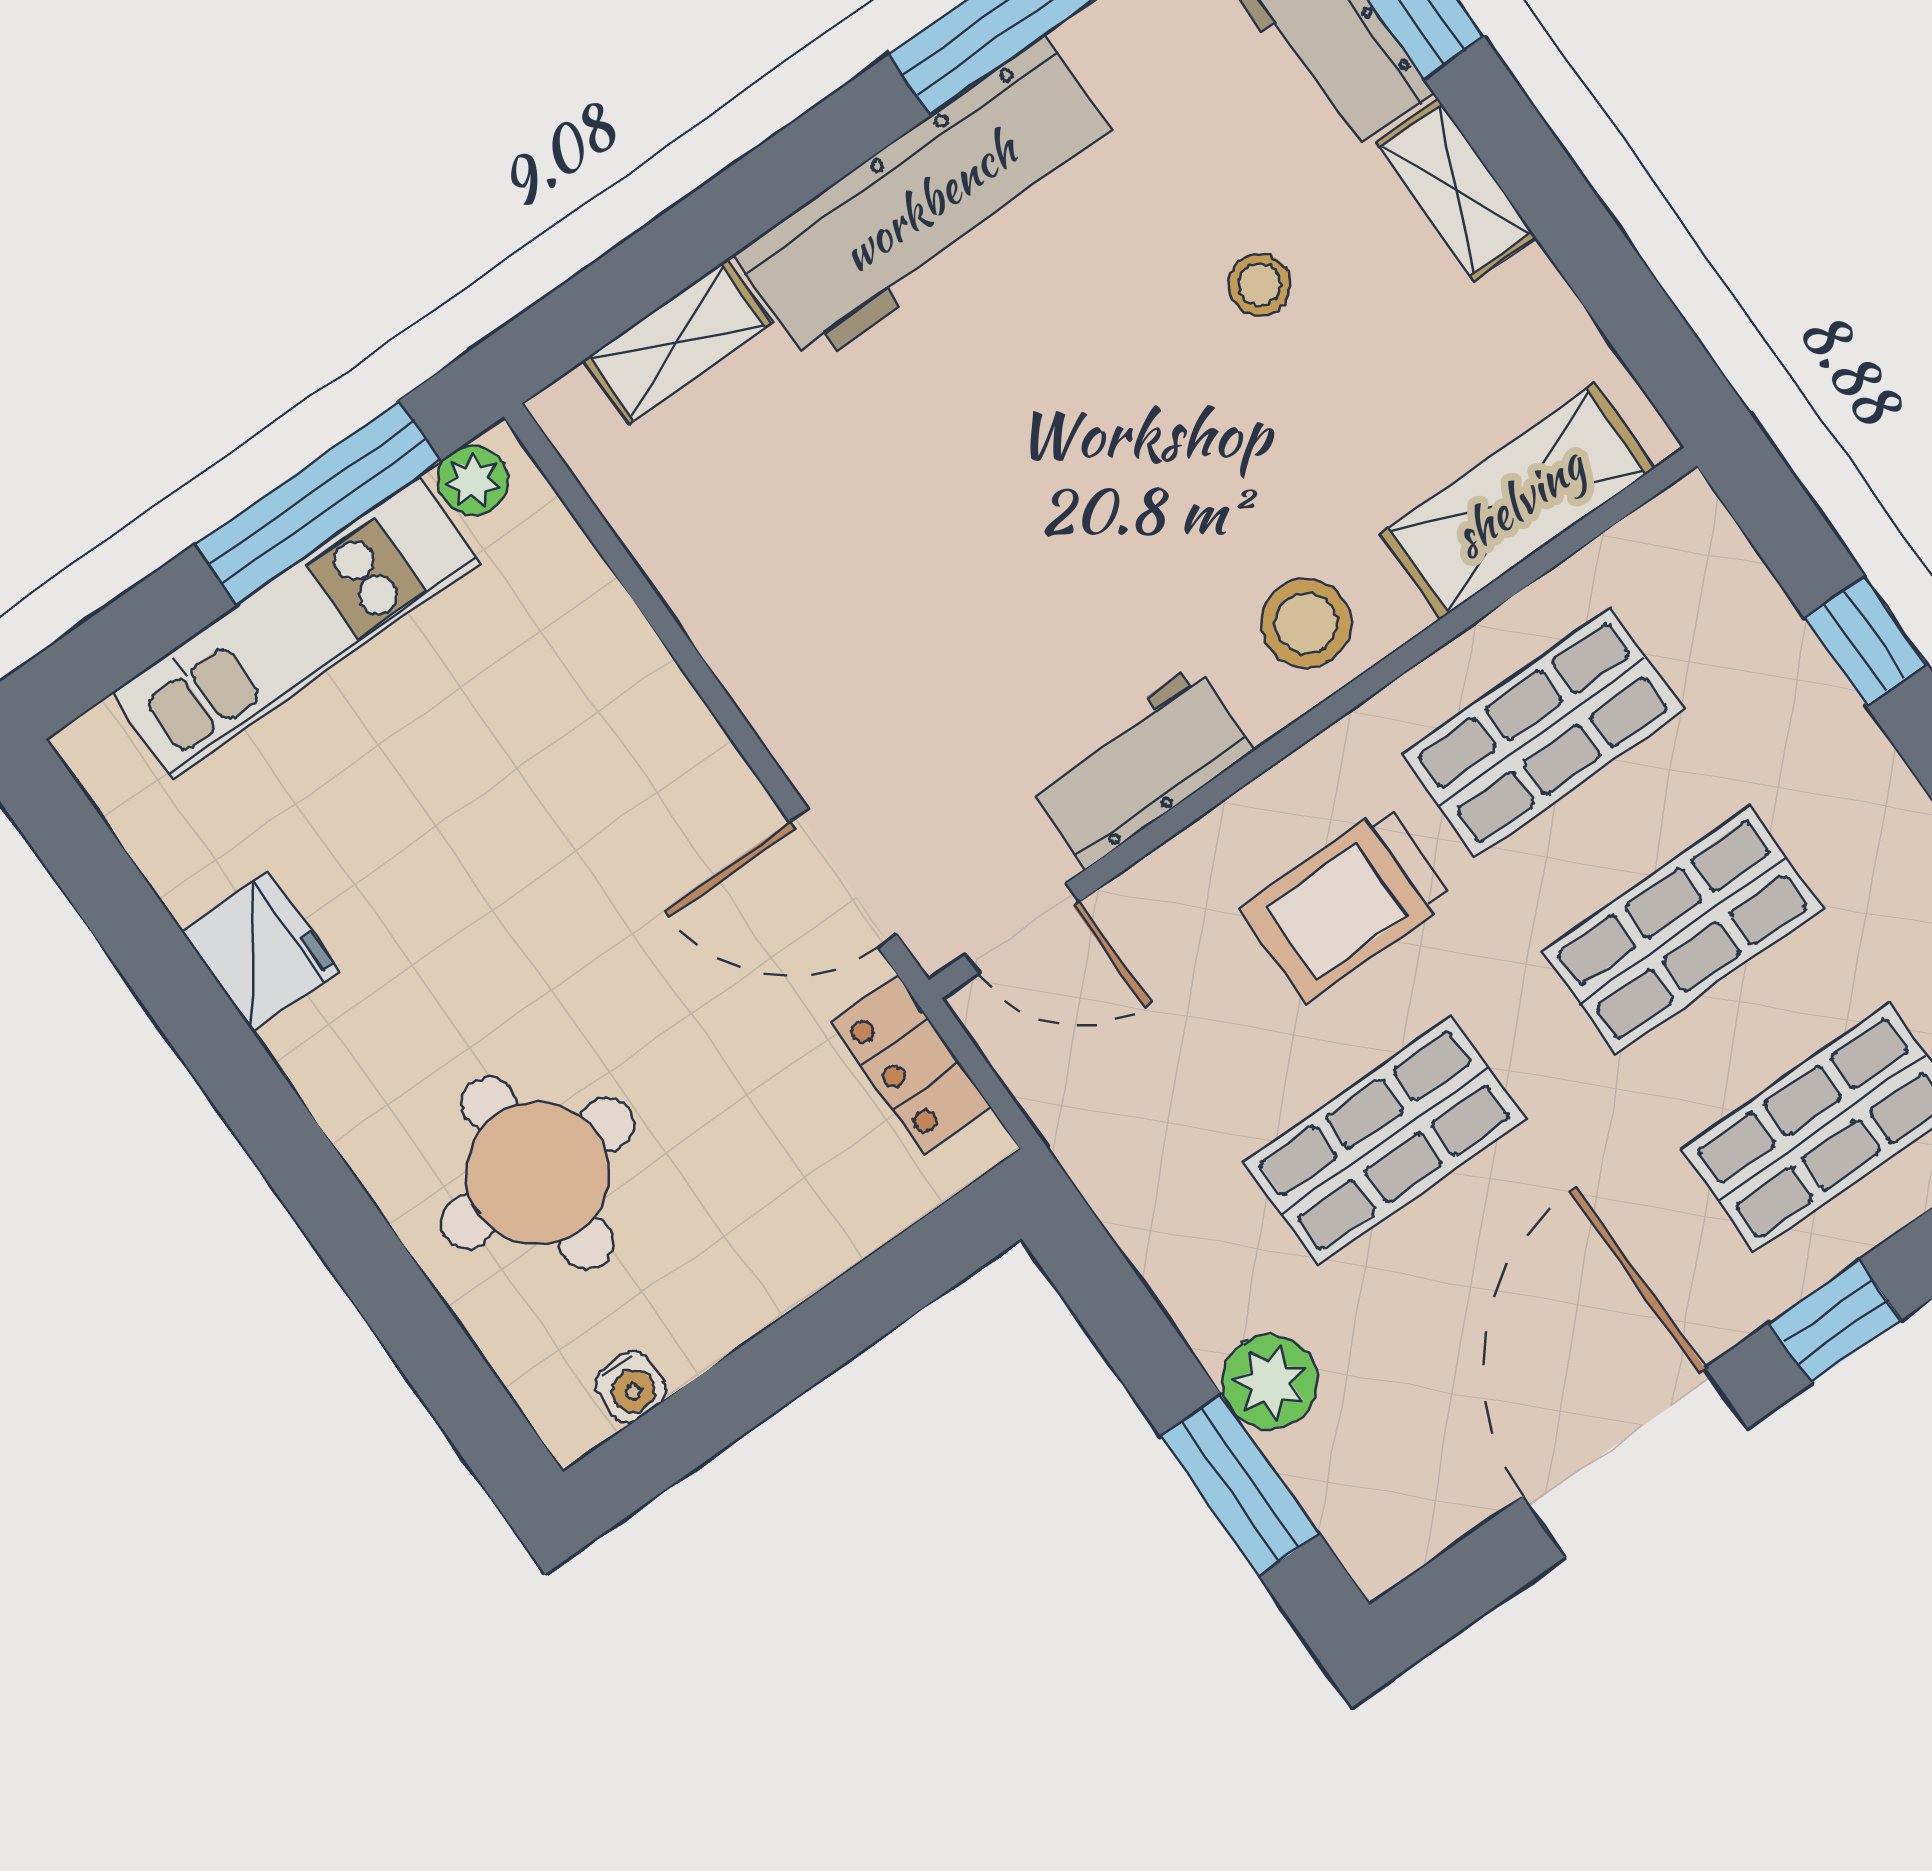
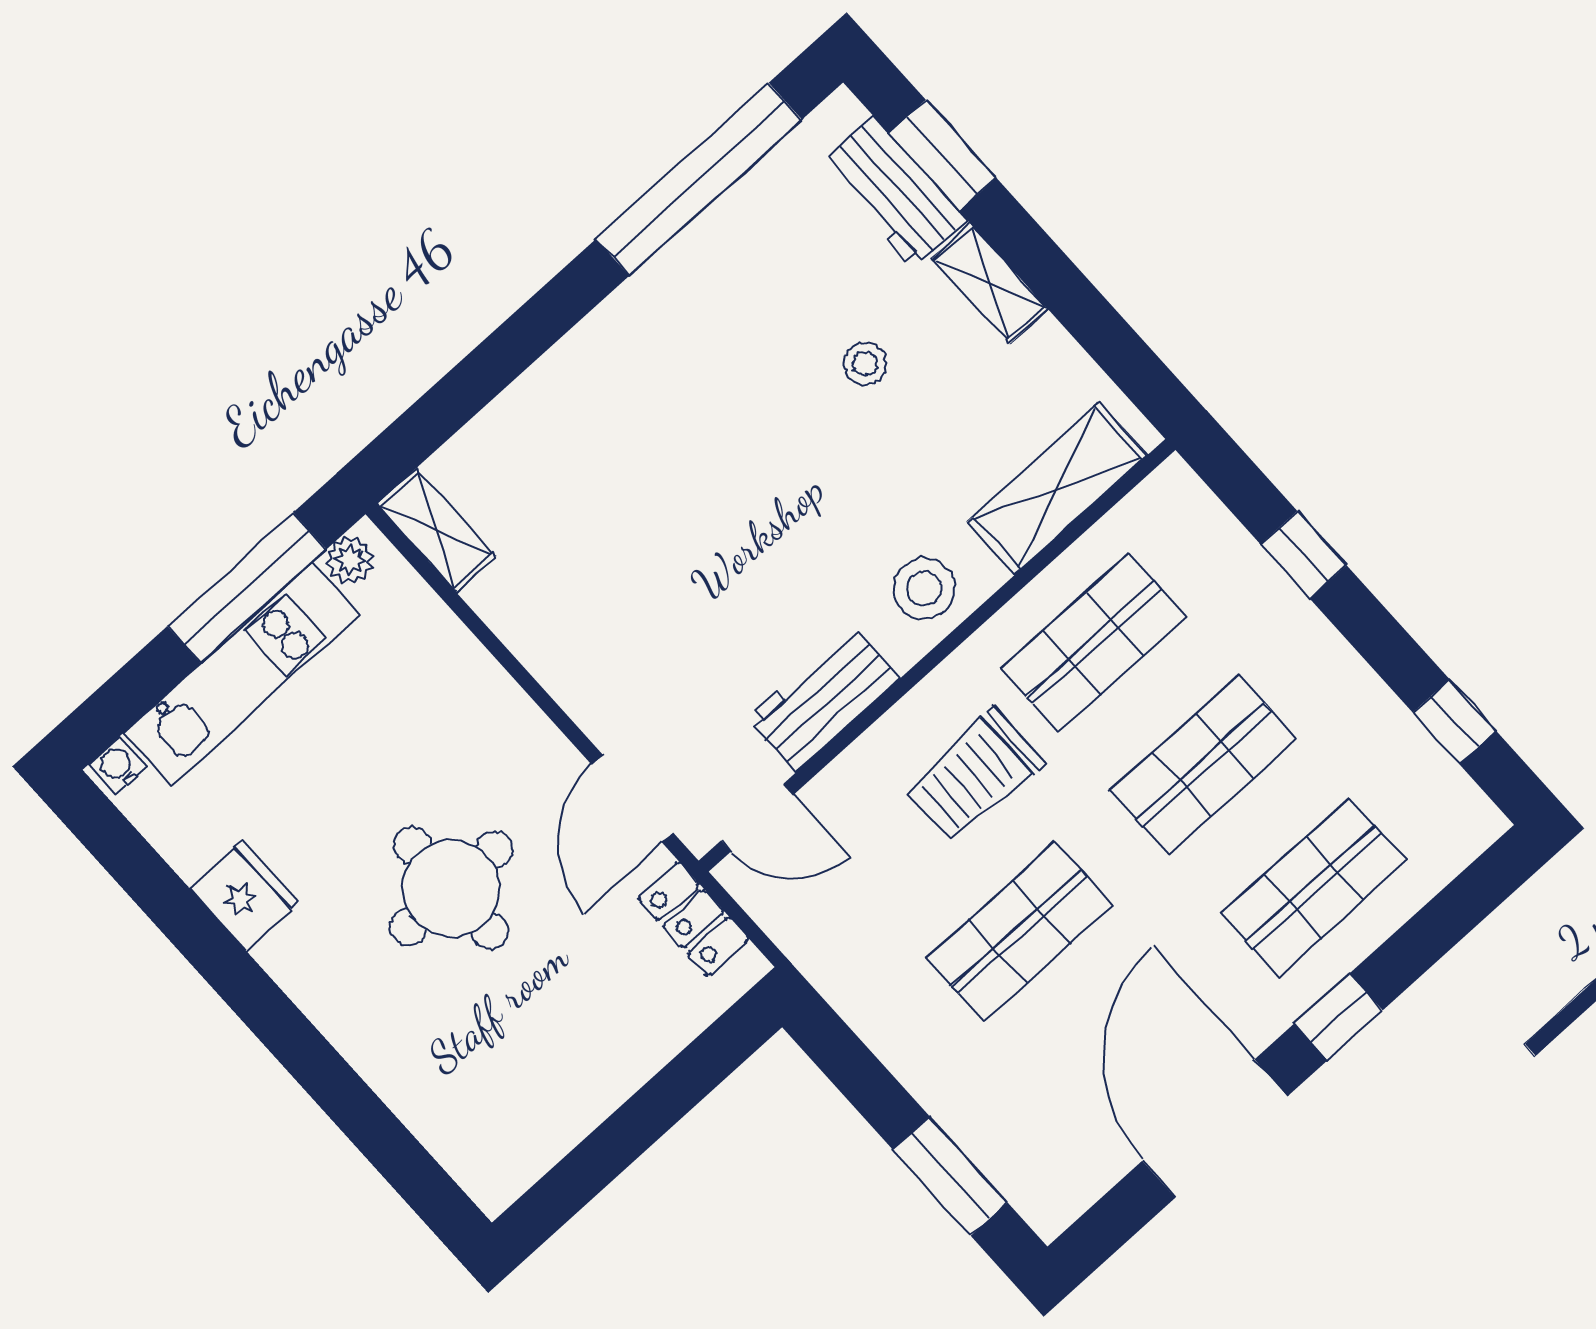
workbench: (928, 202) -> (635, 335), removed
shelving: (677, 342) -> (436, 530), moved, turned 90
door: (843, 878) -> (633, 799), hinge flipped
round table: (537, 1173) -> (451, 888), moved
plant: (1270, 1382) -> (962, 1104), removed
water cooler: (630, 1387) -> (118, 766), moved, turned 180

